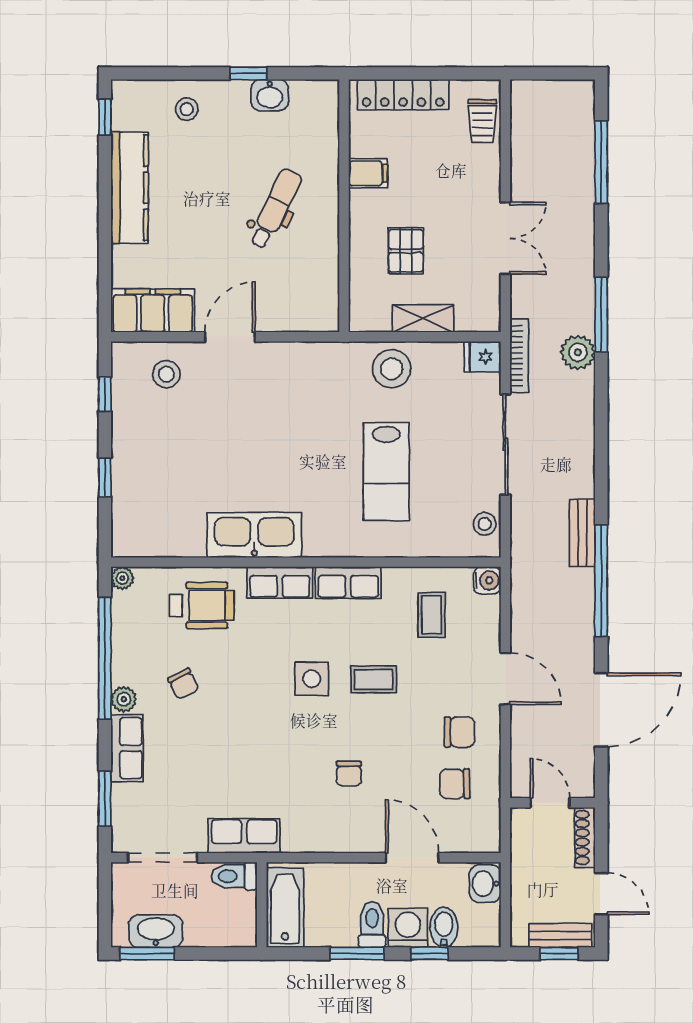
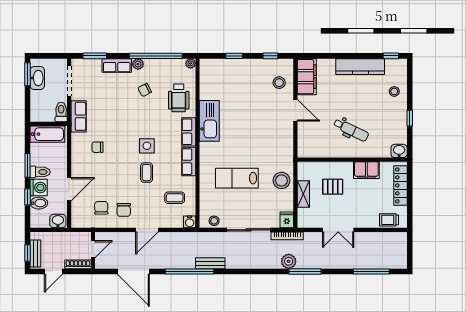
washbasin: (270, 95) -> (399, 151), moved, turned 90
filing cabinet: (368, 173) -> (366, 170), width x2.00
chair: (349, 773) -> (97, 147), moved

